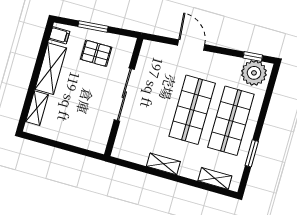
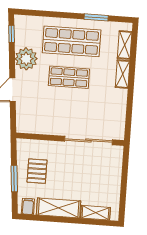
plant: (254, 73) -> (26, 59), moved
sliding door: (124, 95) -> (88, 140), moved
shop shelf: (192, 110) -> (69, 77), width x0.70, depth x0.74
shelving: (163, 164) -> (123, 74), moved

